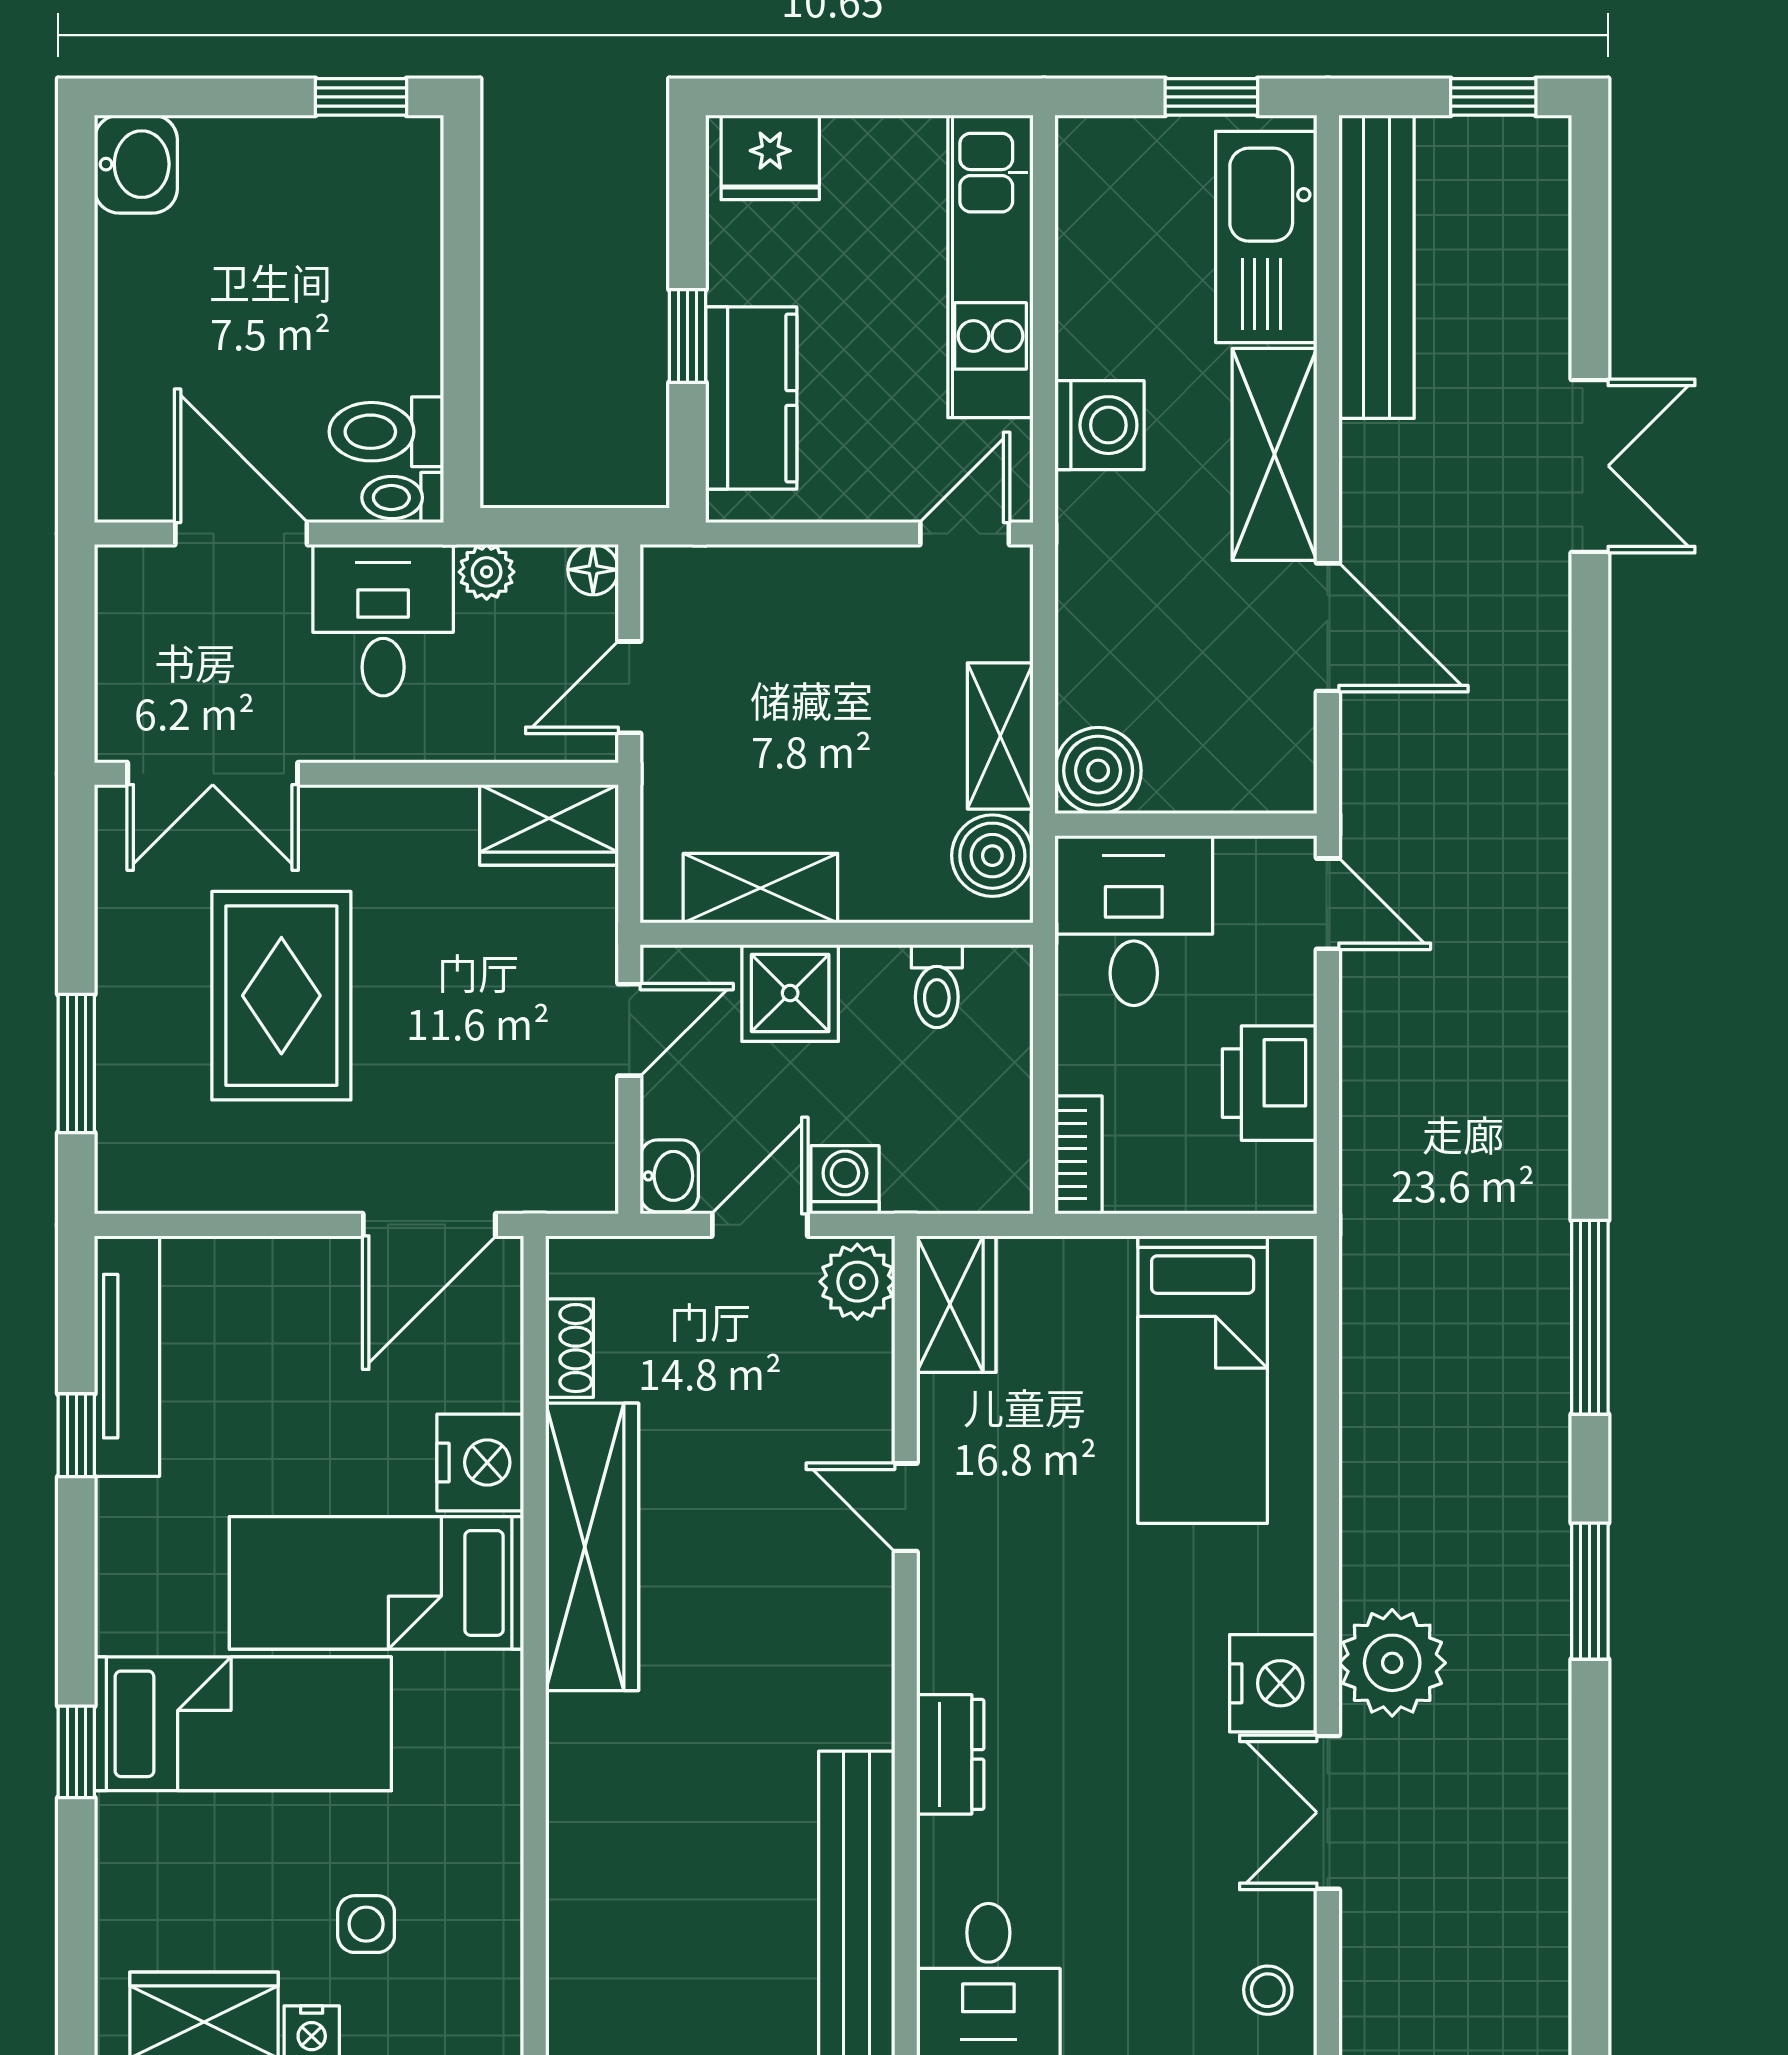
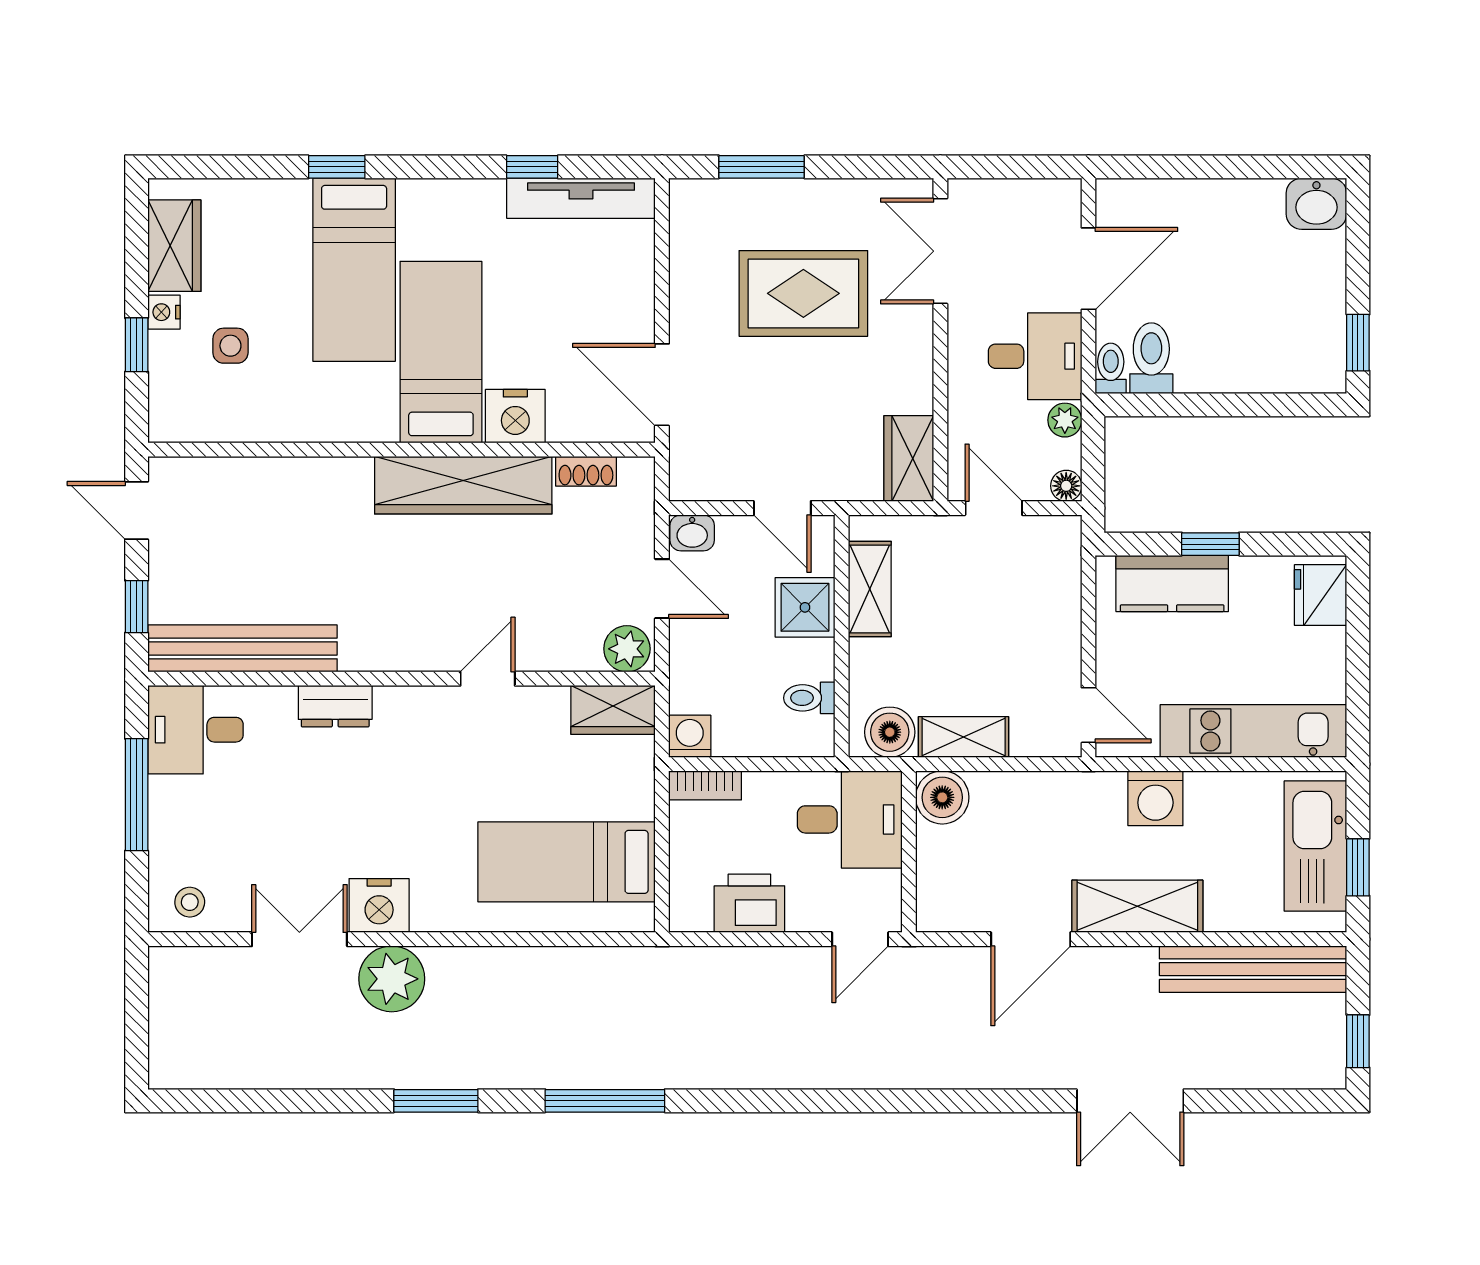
kitchen sink: (1266, 237) -> (1315, 846), moved, turned -90
washing machine: (845, 1180) -> (690, 736), moved, turned -90

